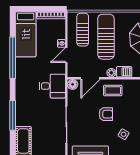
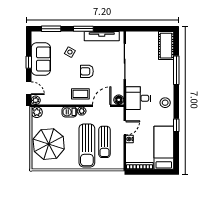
sun lounger: (83, 30) -> (104, 142), moved
window: (13, 58) -> (176, 125), width x0.32
stool: (24, 81) -> (165, 103), added

